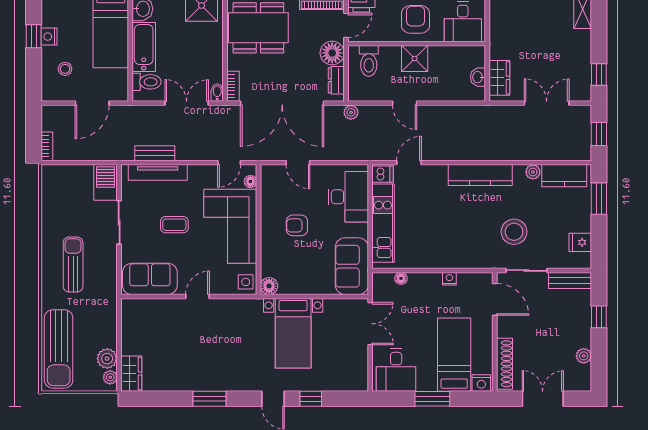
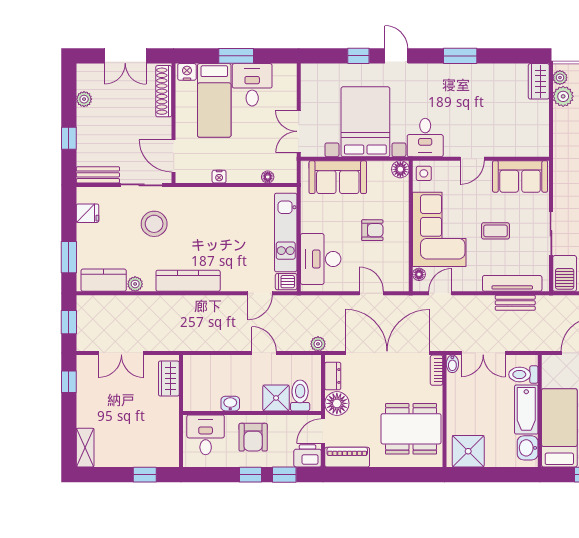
shower: (415, 58) -> (276, 398), moved
washbasin: (478, 77) -> (230, 404), moved, turned -90
sofa: (352, 266) -> (338, 177), moved, turned 90
desk: (244, 318) -> (425, 138), added
bed with nightstands: (293, 333) -> (365, 122), width x1.36
desk: (396, 370) -> (252, 85), moved

